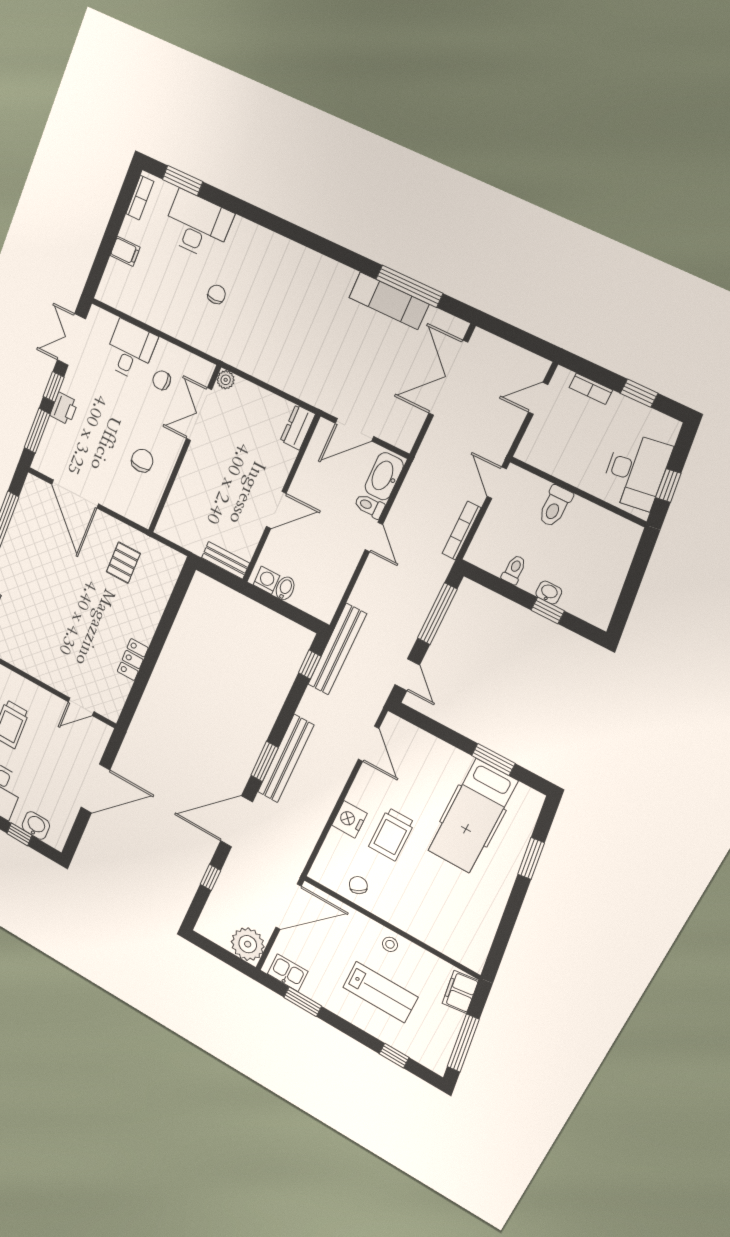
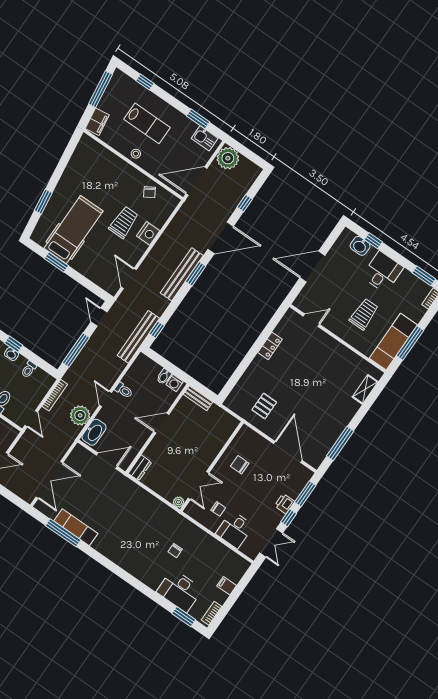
chair: (142, 461) -> (240, 465), turned 90
plant: (412, 502) -> (80, 415), added
toilet: (369, 506) -> (124, 390), moved
lab bench: (380, 992) -> (147, 123), turned 180

